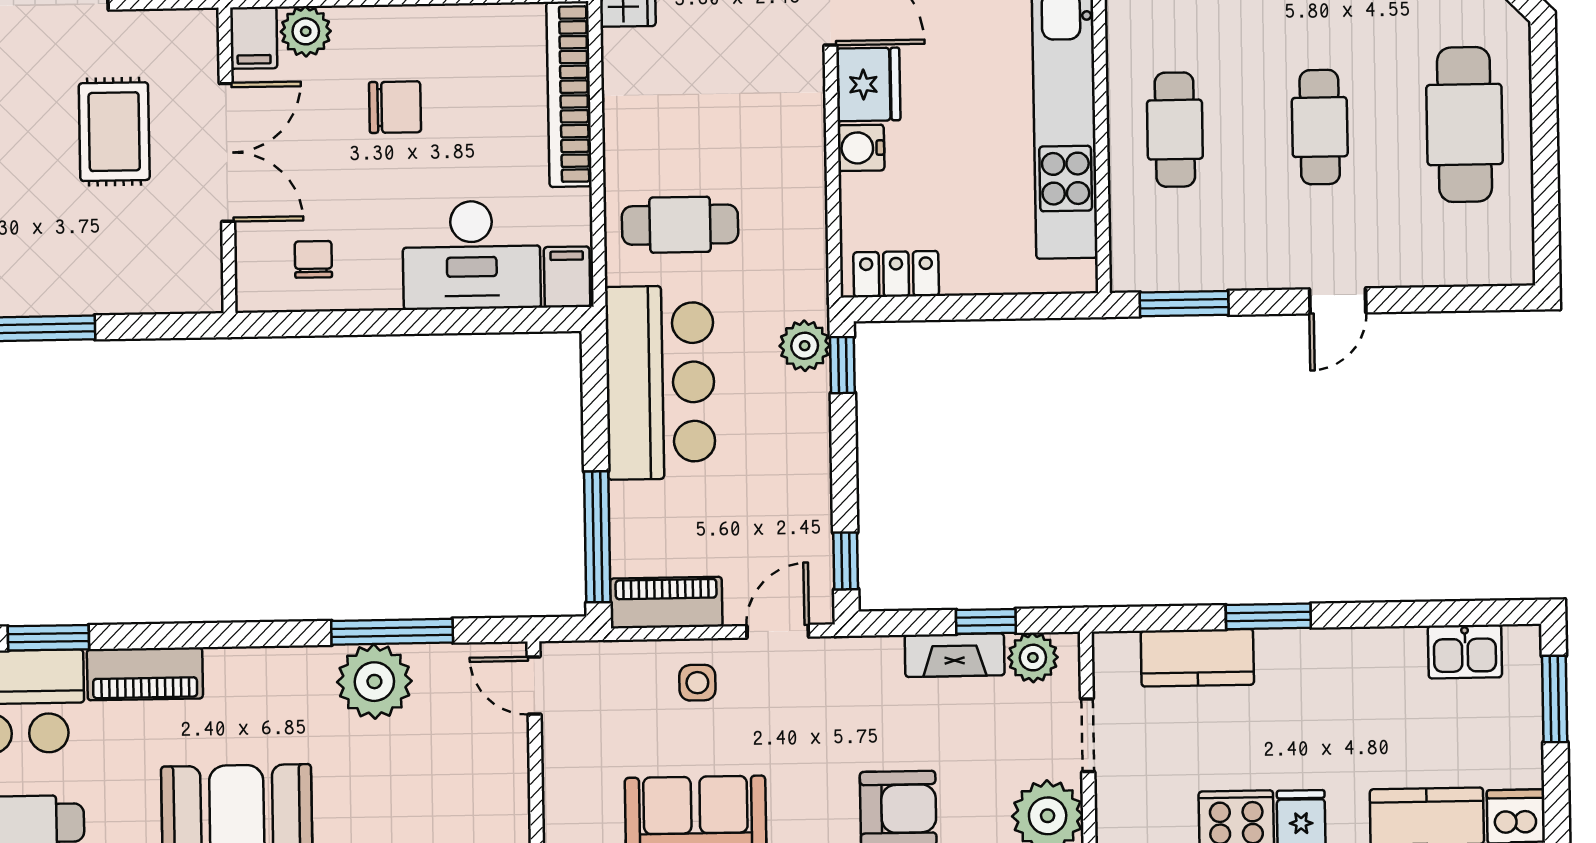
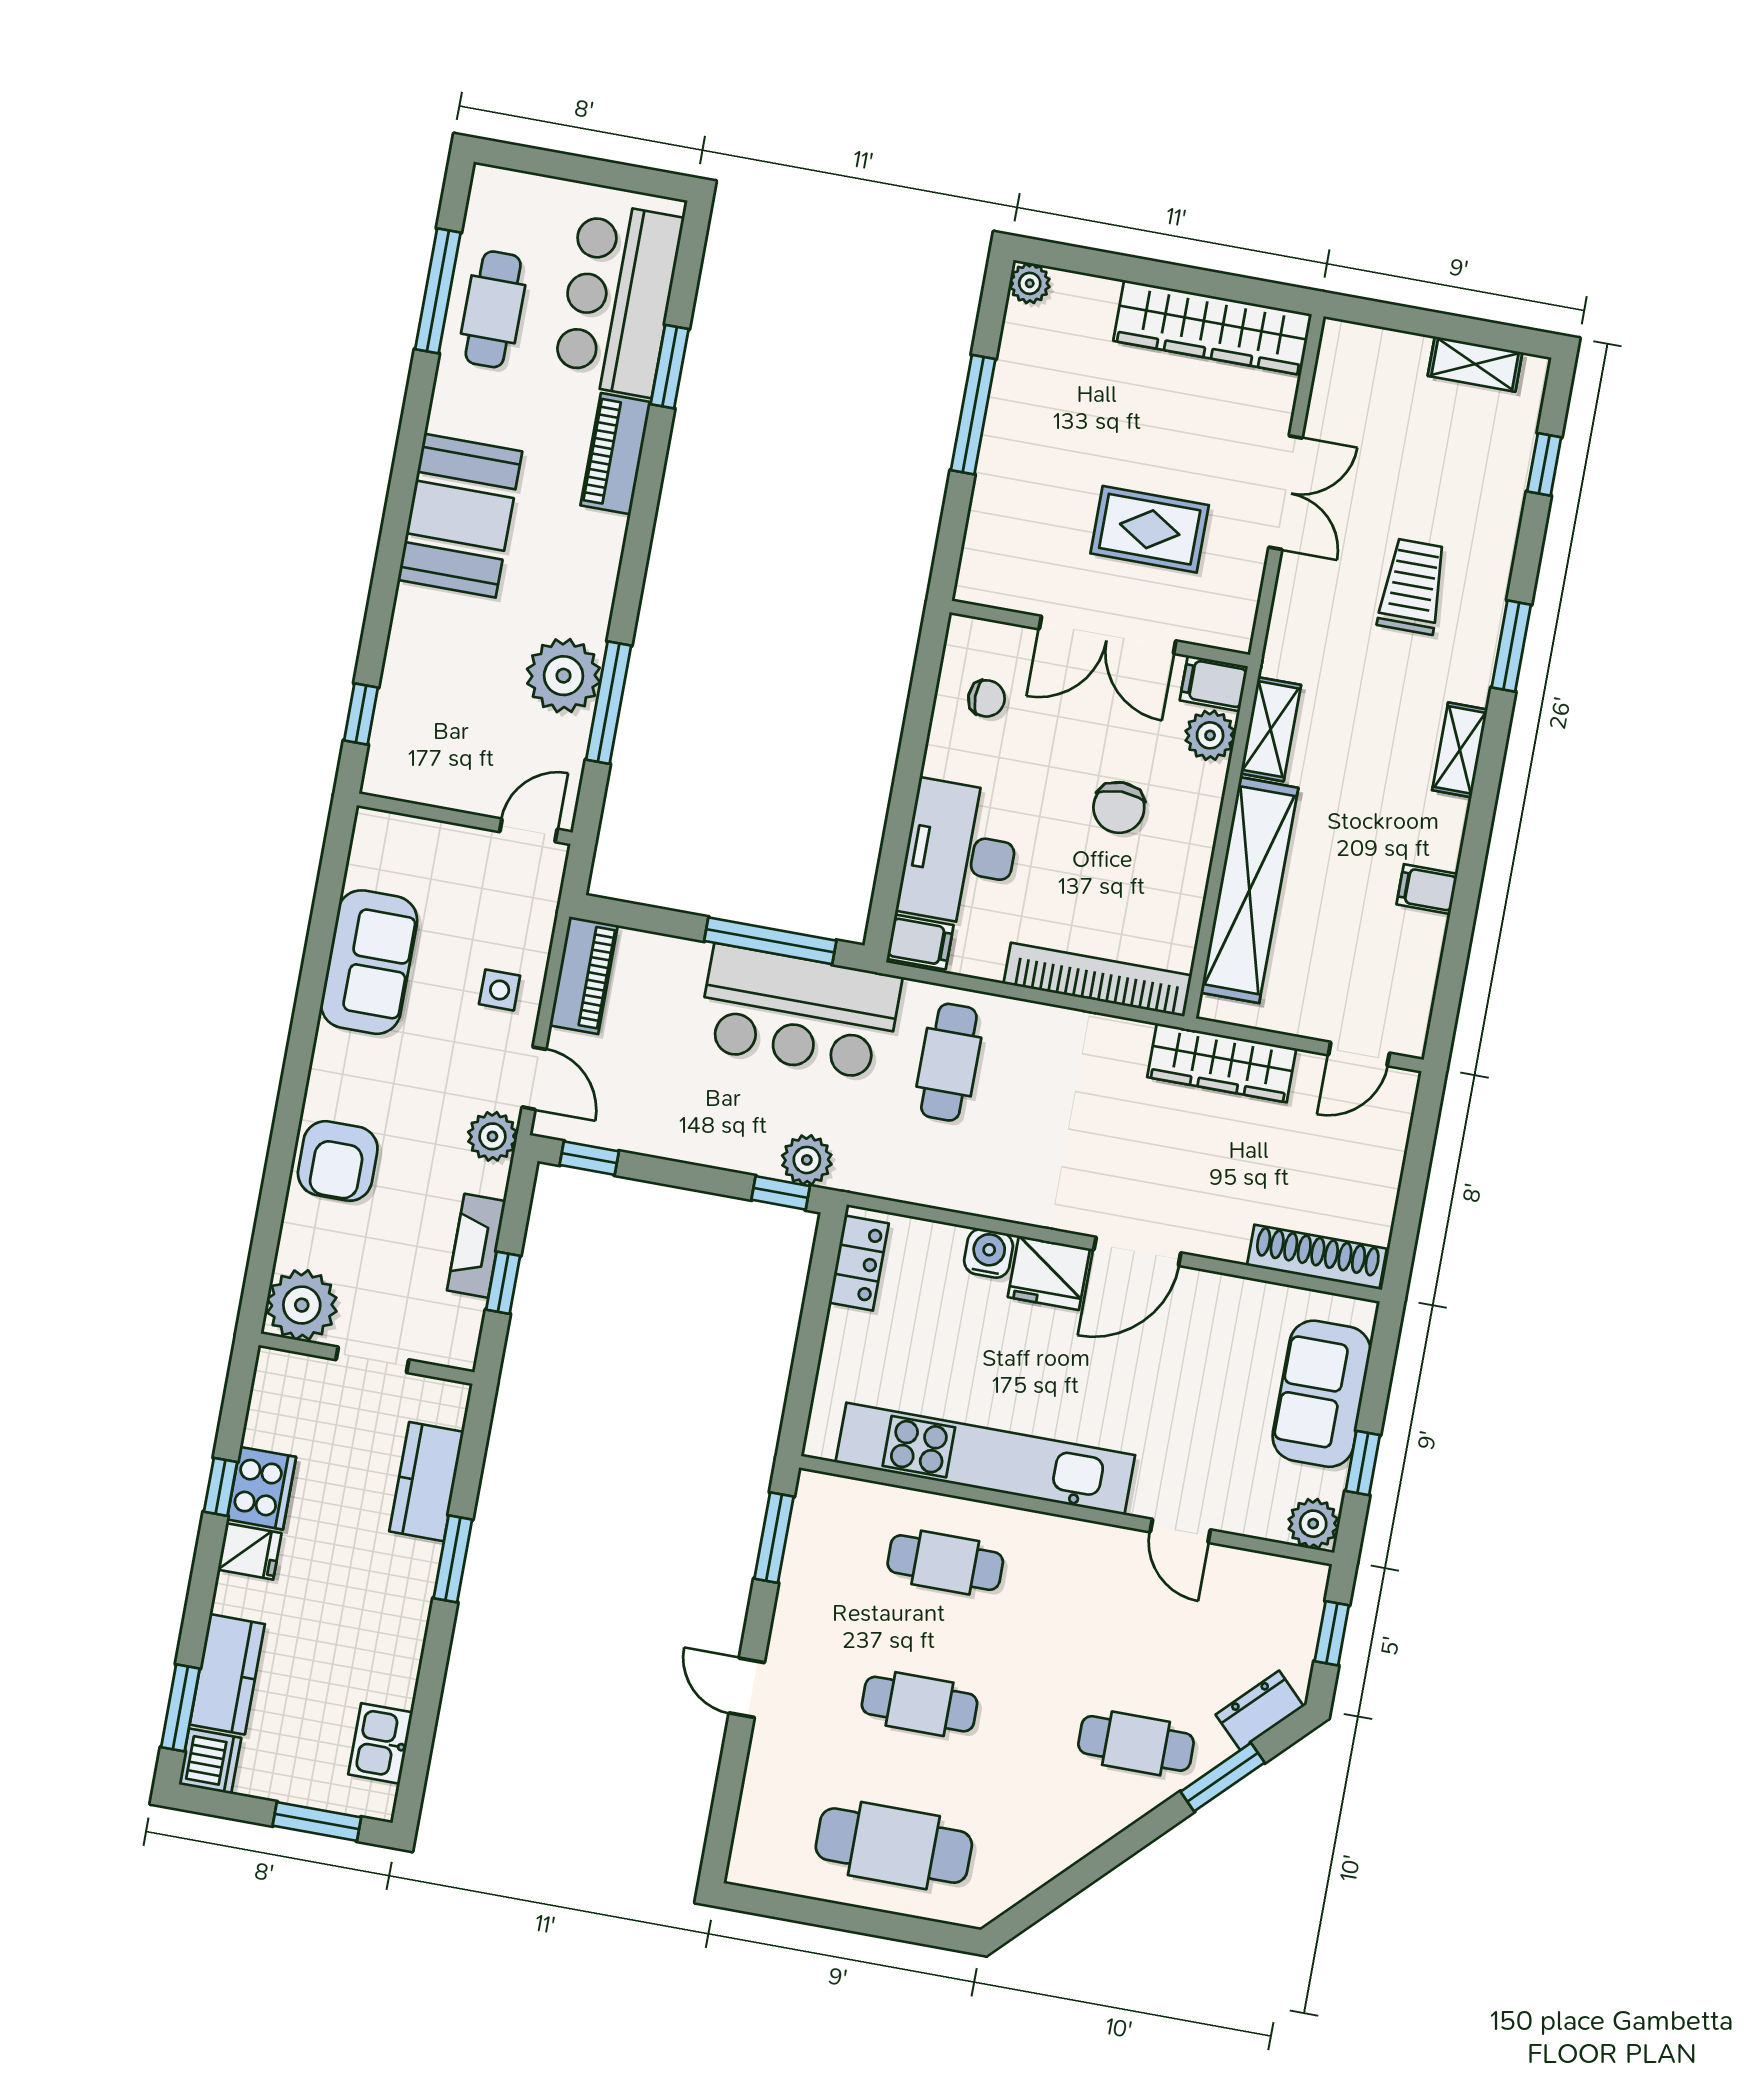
window: (597, 537) -> (770, 941), moved
plant: (1033, 658) -> (492, 1136), moved

